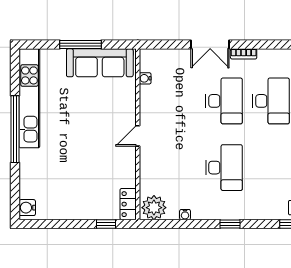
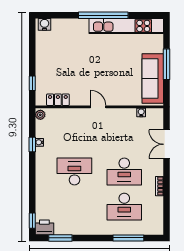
double door: (210, 45) -> (166, 144), moved
desk: (224, 168) -> (74, 172), turned 180
locker: (128, 204) -> (58, 100), moved
plant: (154, 208) -> (40, 115), width x0.53, depth x0.53
window: (230, 224) -> (32, 144), moved

